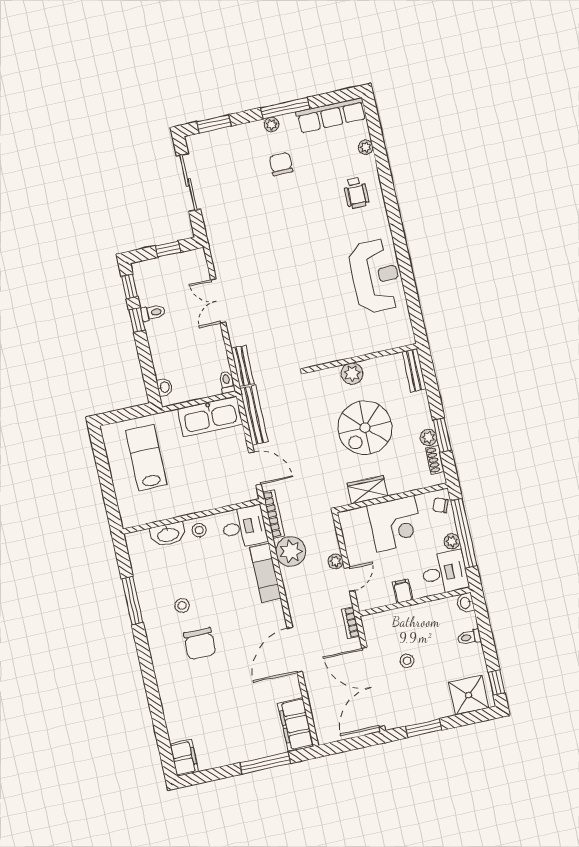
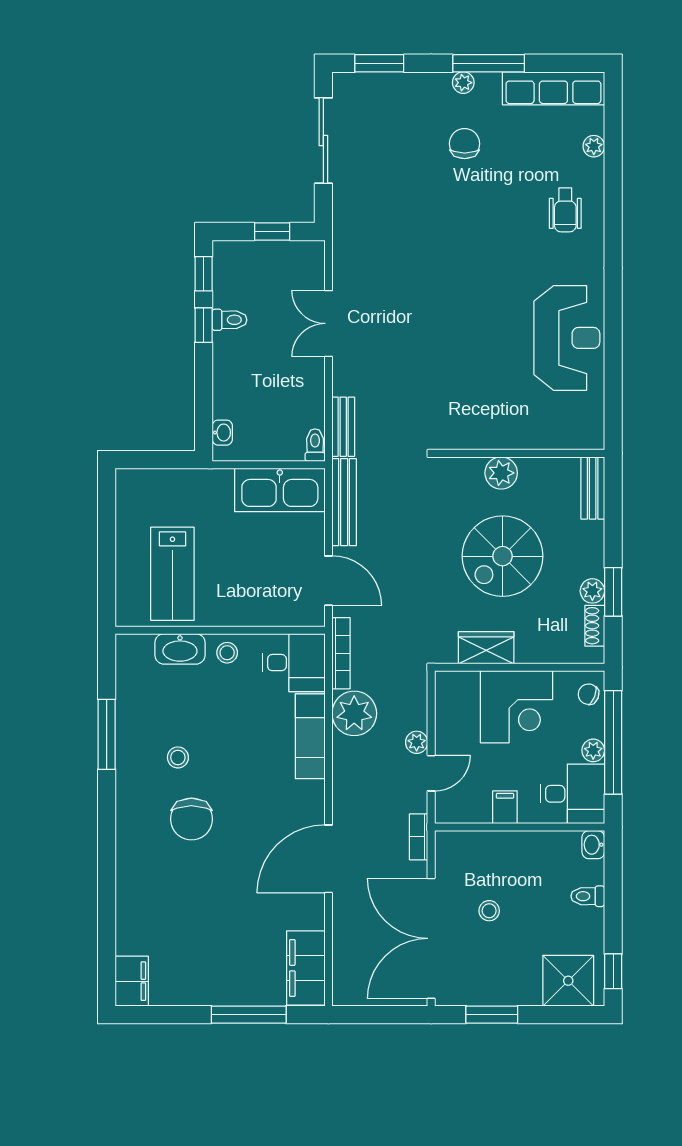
lab bench: (146, 458) -> (172, 574), moved, turned 180

